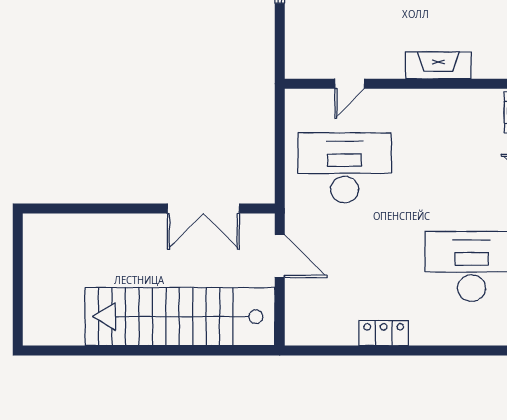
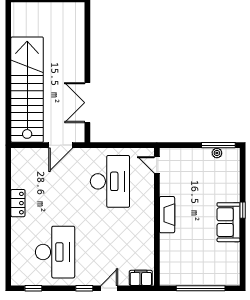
fireplace: (438, 65) -> (167, 215), moved
door: (350, 84) -> (157, 165), moved

